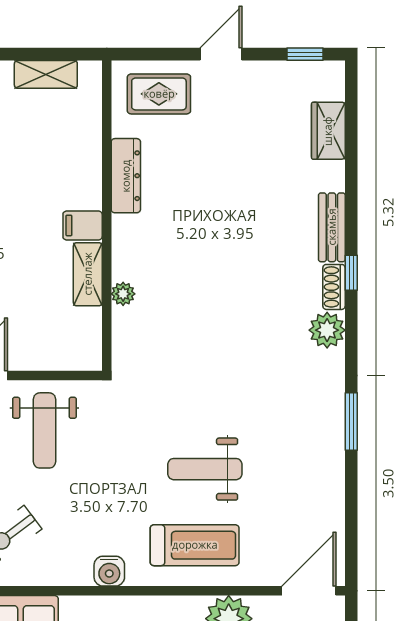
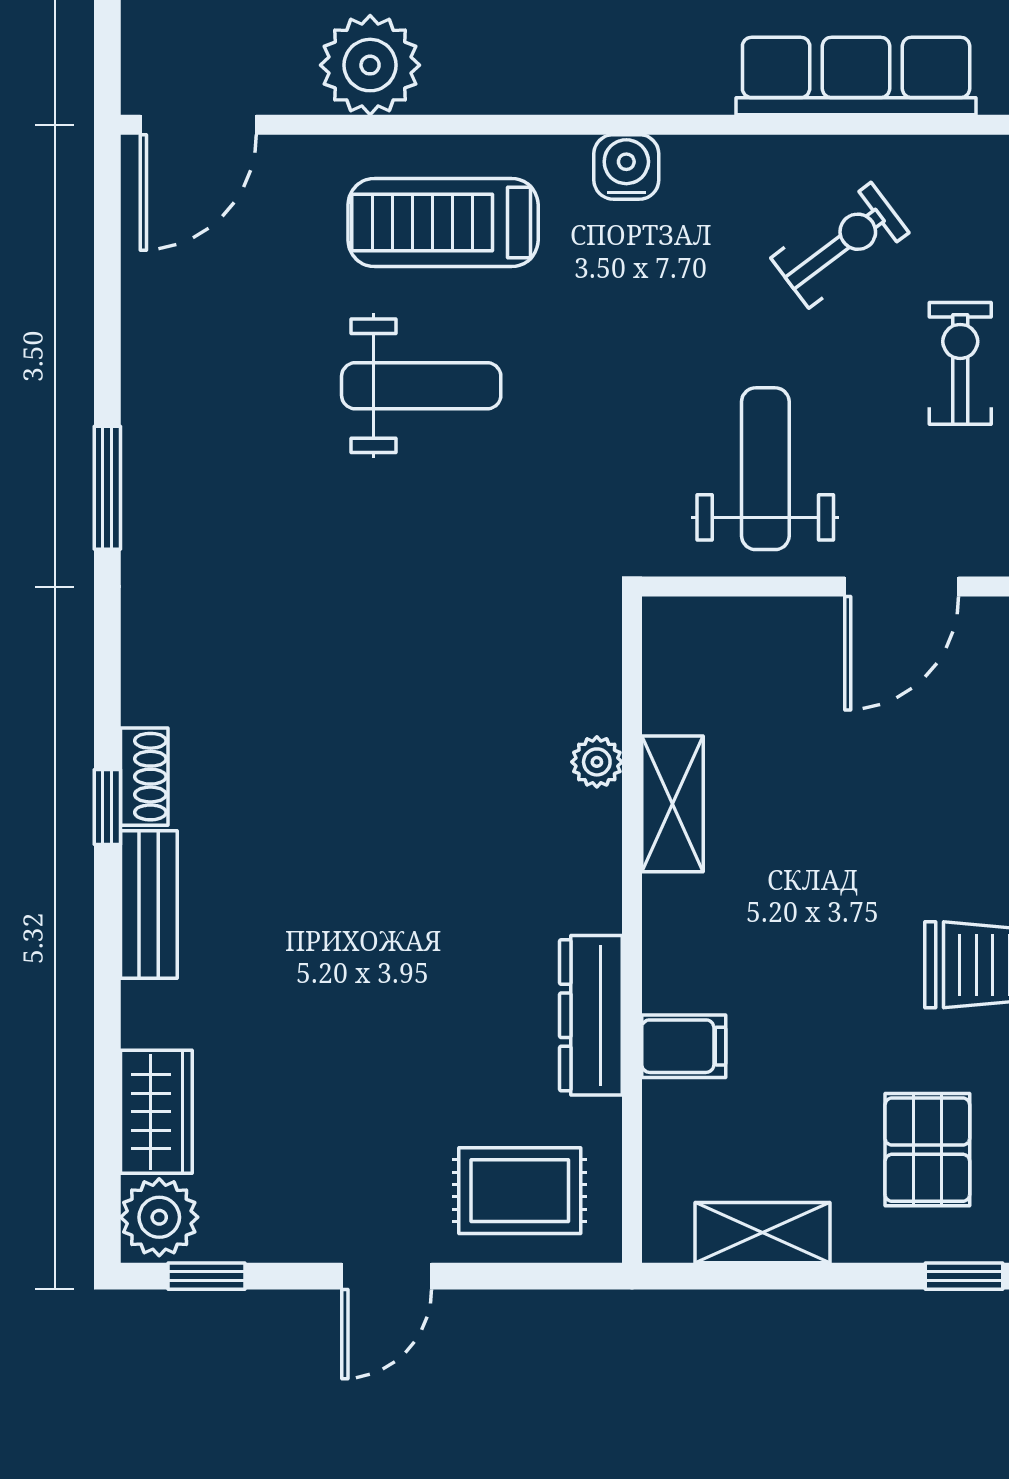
filing cabinet: (83, 225) -> (684, 1046), moved
plant: (327, 330) -> (159, 1217), moved

